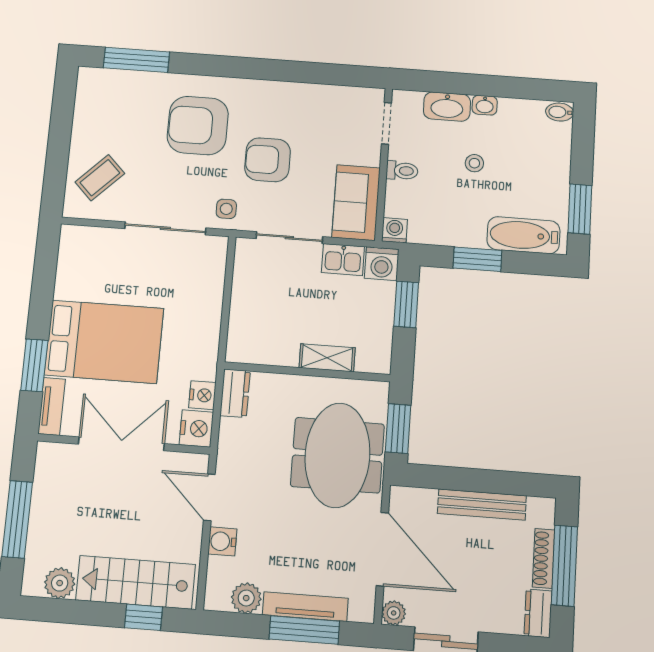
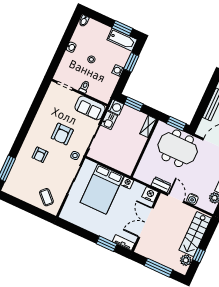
washbasin: (447, 107) -> (67, 61), removed
armchair: (198, 126) -> (40, 155), width x0.53, depth x0.53
washing machine: (394, 230) -> (118, 71), moved
bathtub: (523, 235) -> (122, 40), moved, turned -90
window: (477, 259) -> (131, 62), moved
bed: (104, 342) -> (102, 189), moved, turned 180
shelving: (327, 358) -> (148, 126), moved
dresser: (235, 393) -> (161, 185), moved
nightstand: (202, 395) -> (127, 183), moved
door: (209, 497) -> (176, 198), swing flipped
window: (144, 617) -> (199, 255), moved

